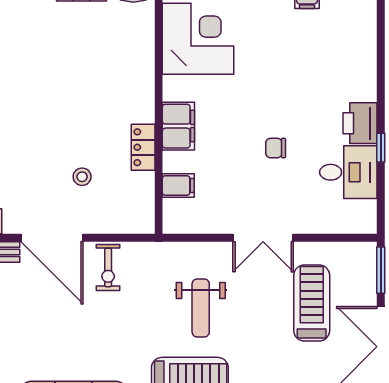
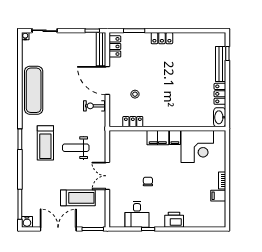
printer: (360, 123) -> (174, 220), moved
locker: (143, 147) -> (133, 122), moved
filing cabinet: (178, 186) -> (175, 138), moved
door: (52, 238) -> (107, 81), hinge flipped

